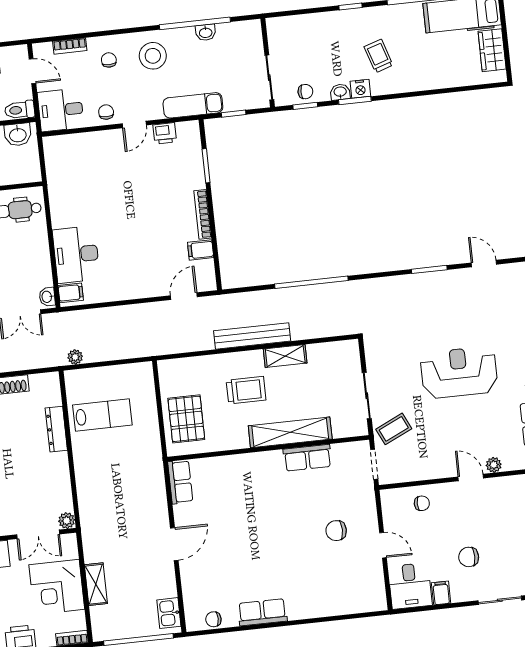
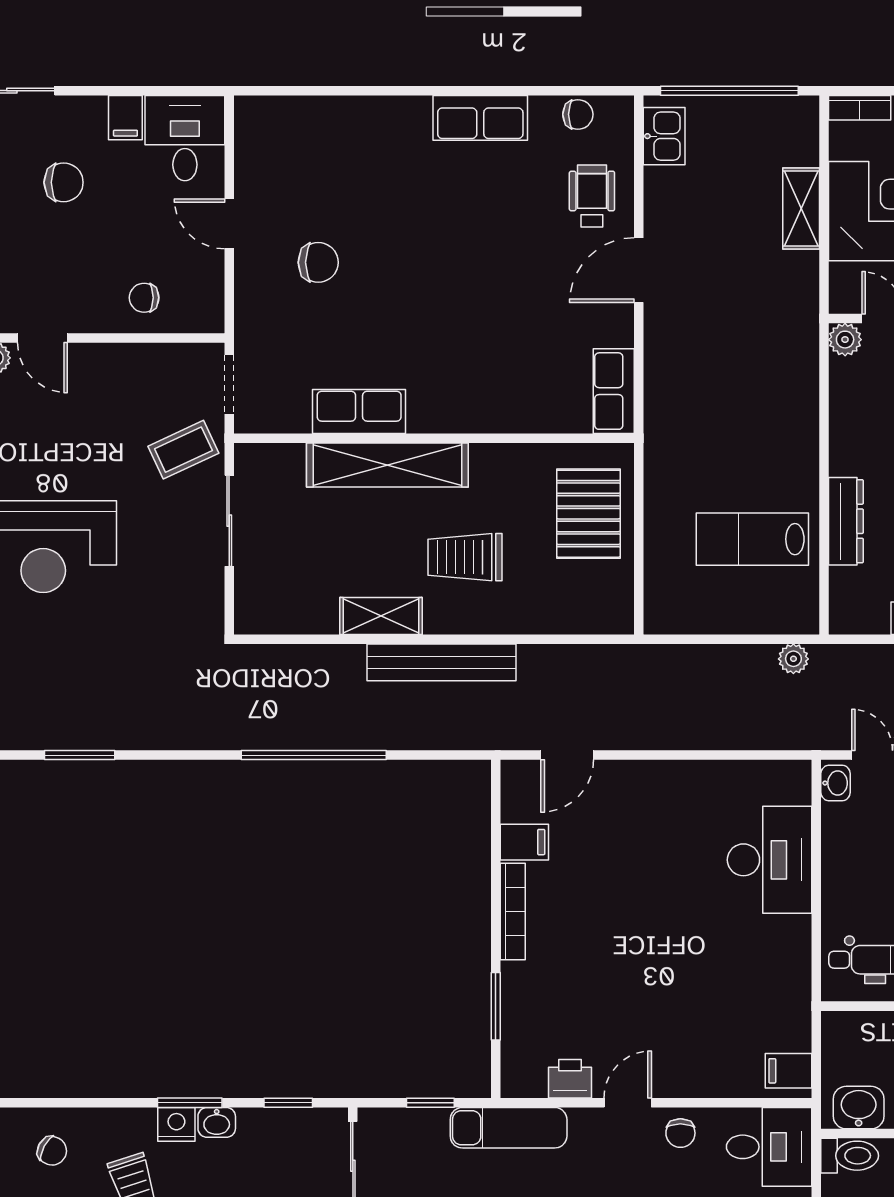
chair: (305, 92) -> (52, 1151), moved, turned -152
filing cabinet: (71, 293) -> (789, 1071), moved
wheelchair: (202, 579) -> (592, 196), added

